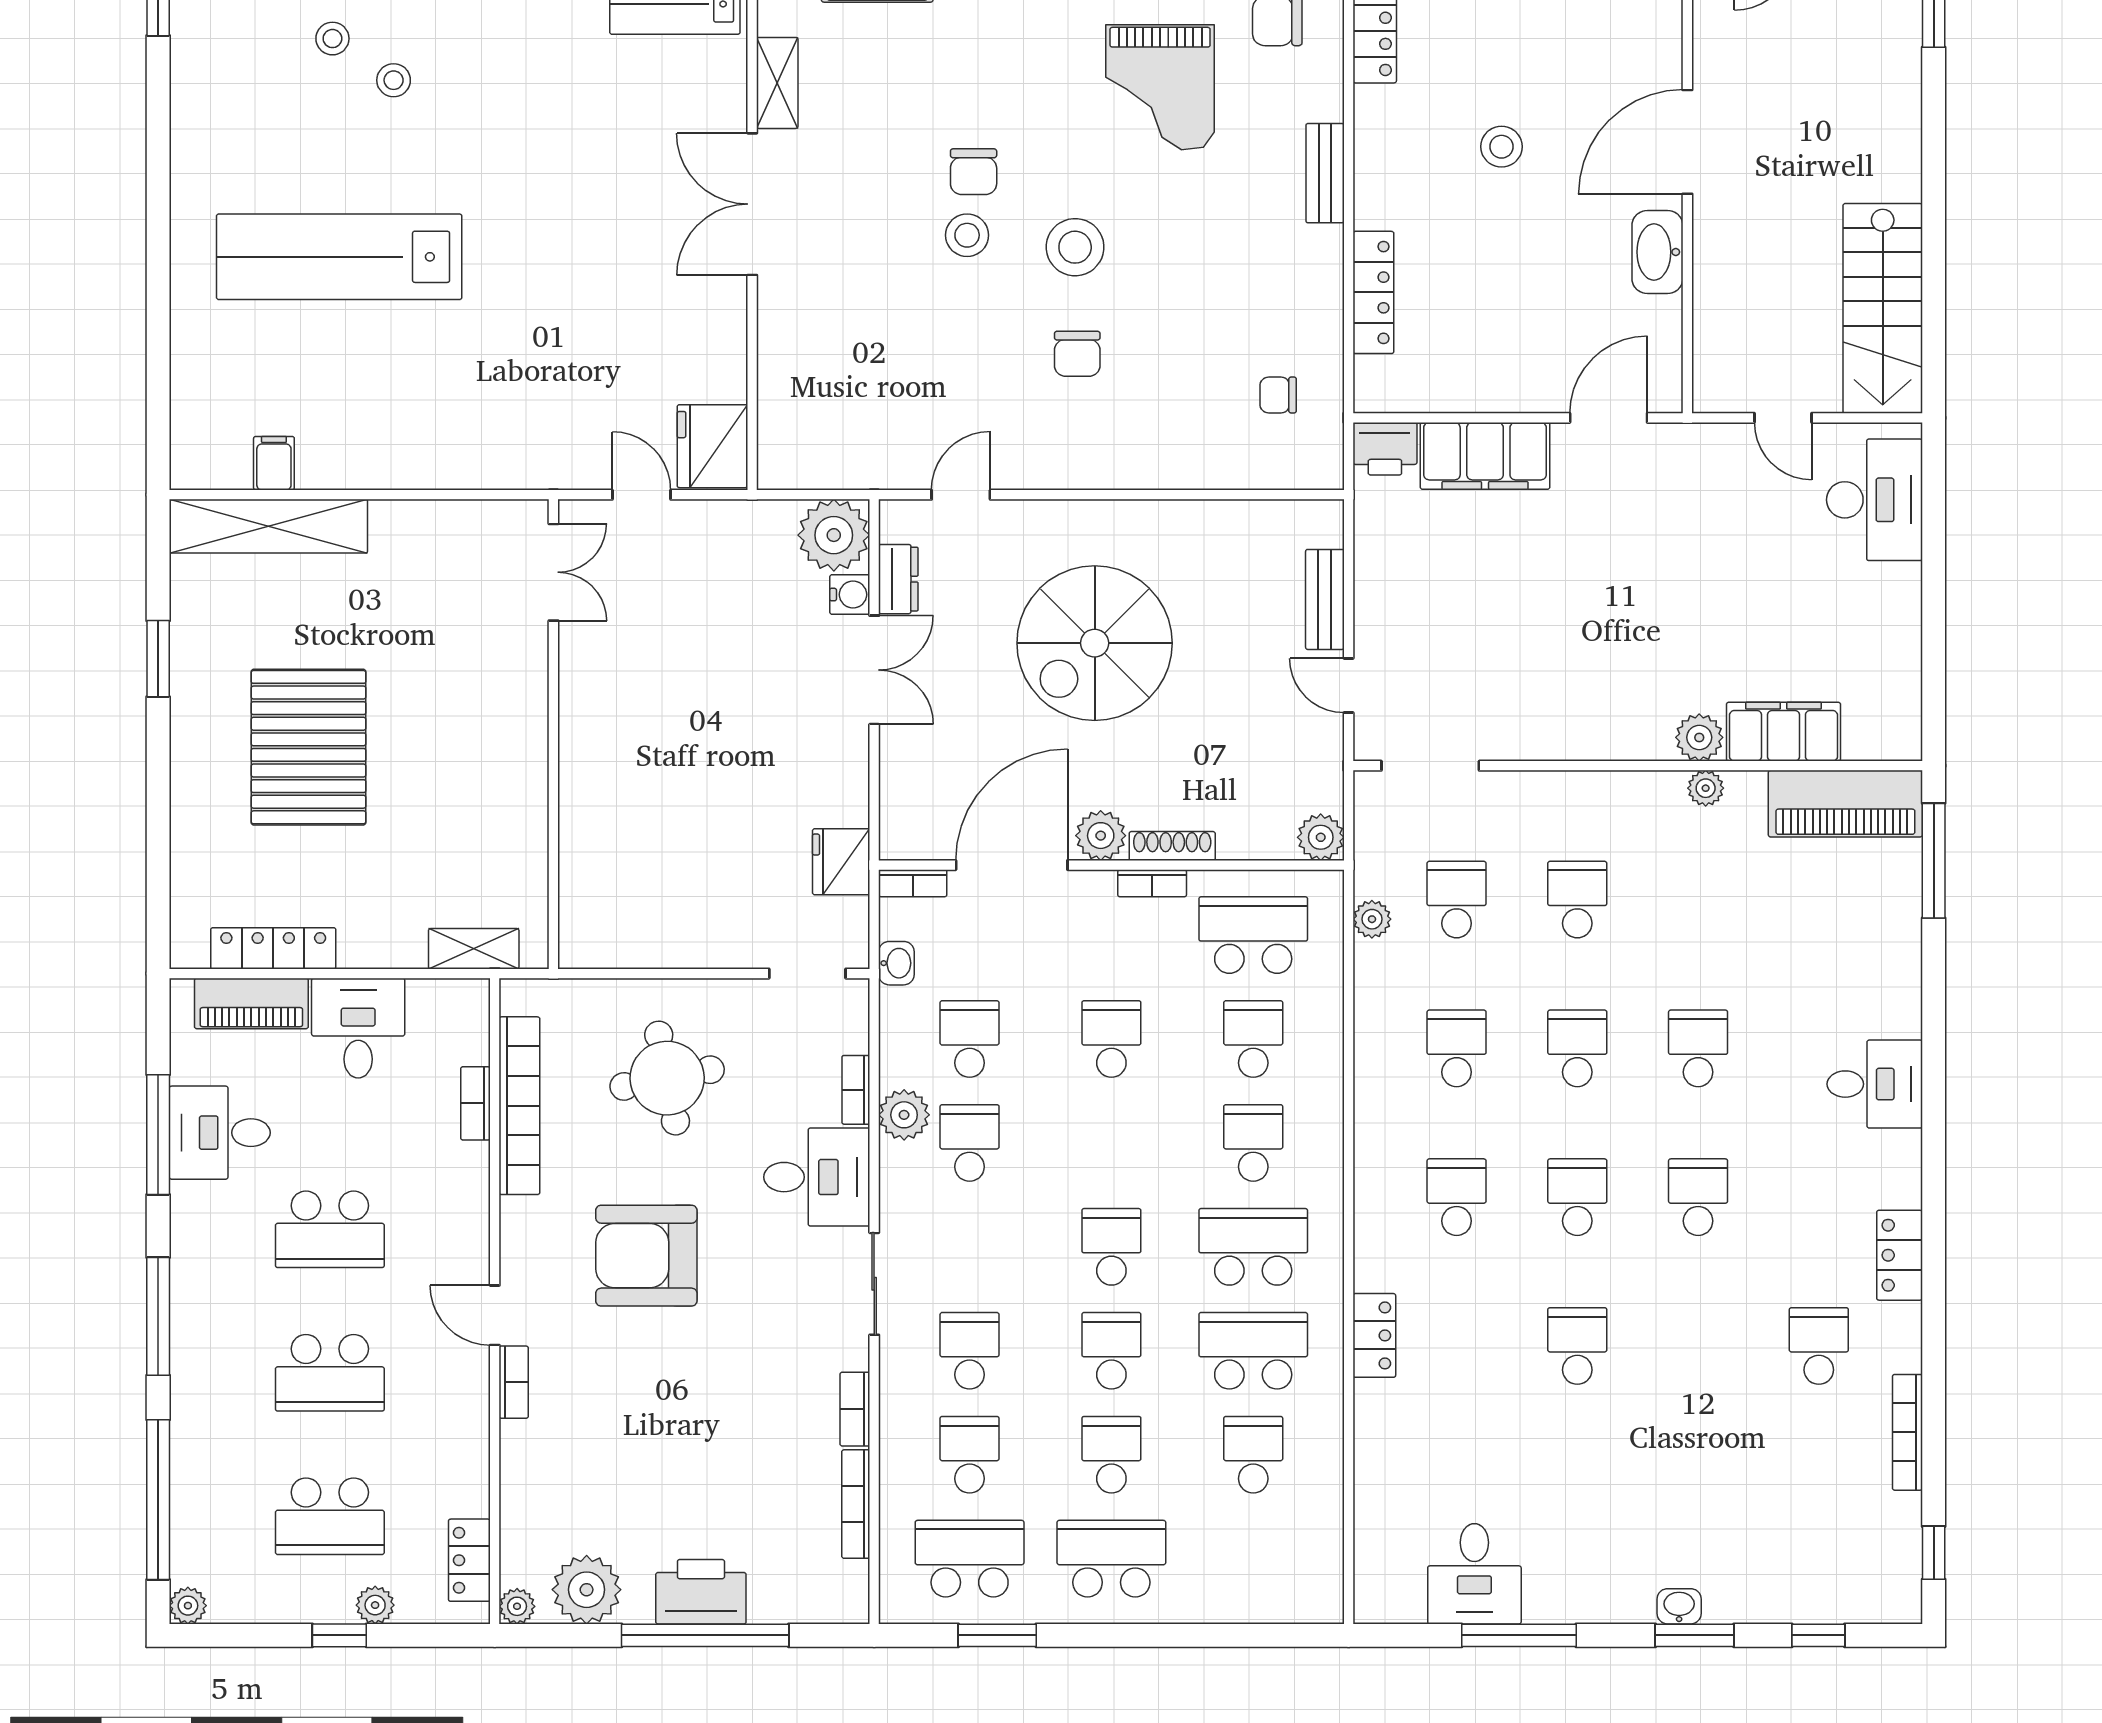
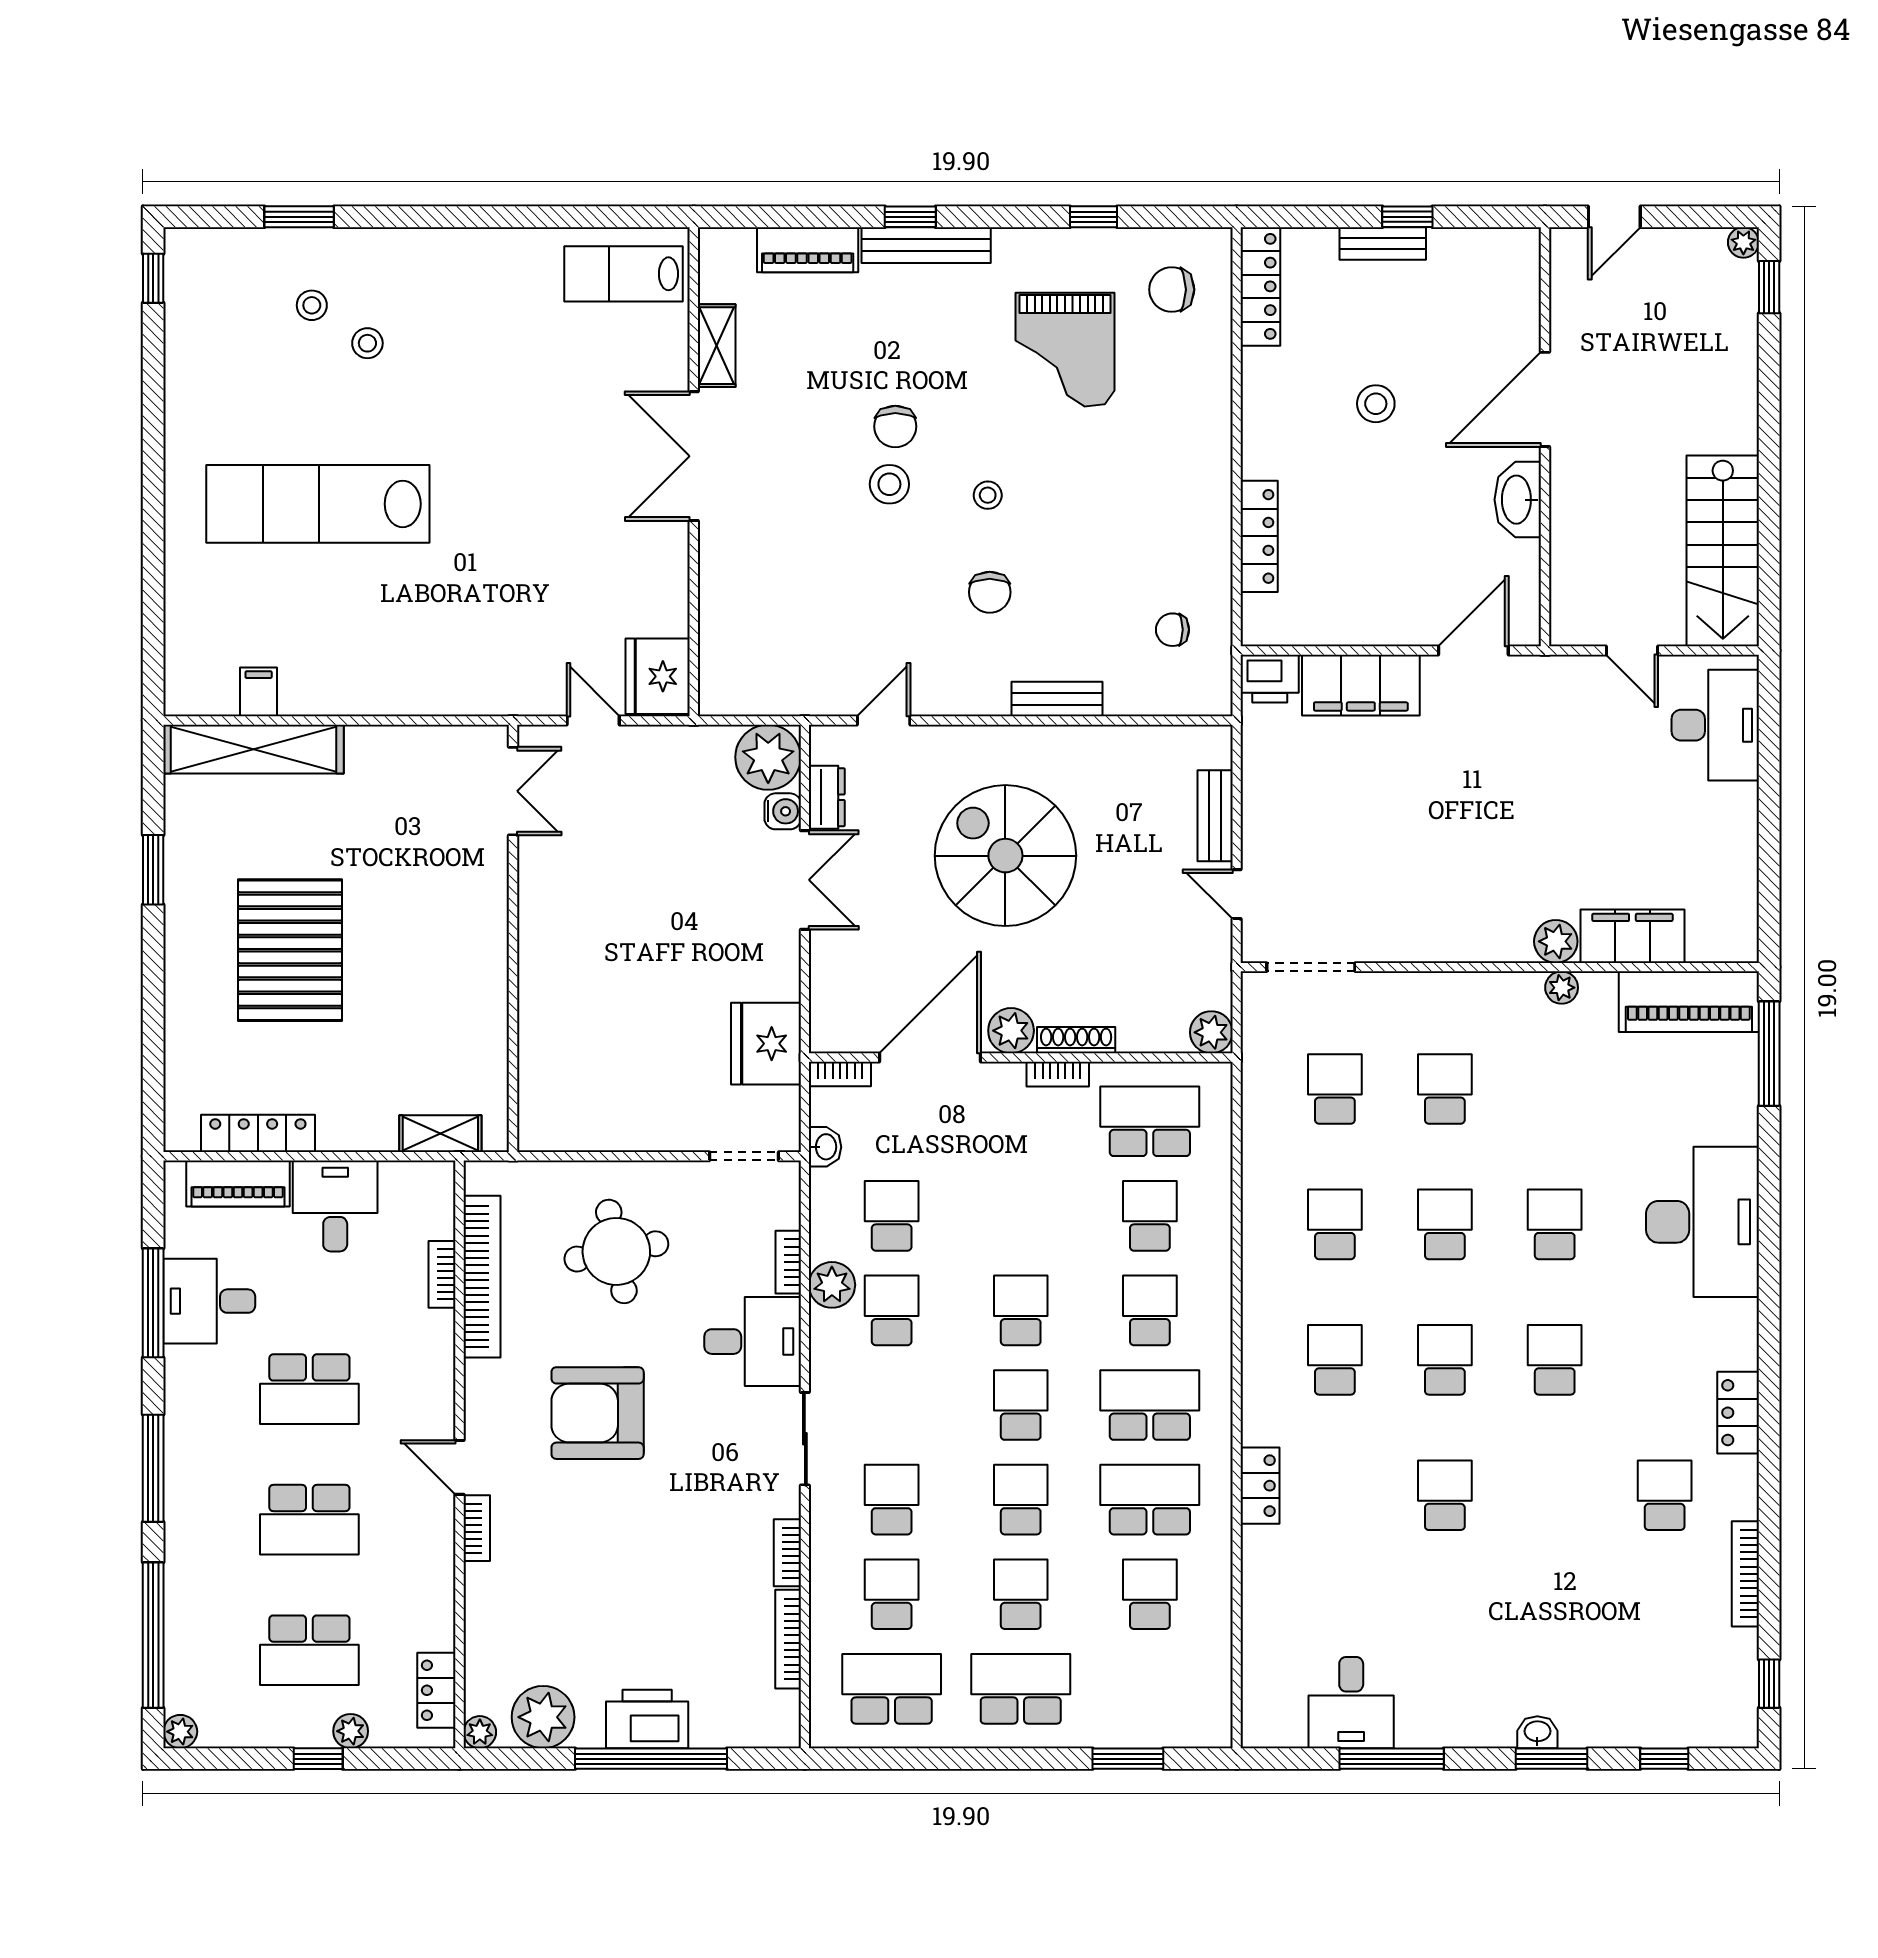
bench: (1325, 173) -> (1057, 699), moved, turned 90
stool: (1075, 247) -> (988, 495), width x0.53, depth x0.53
spiral stairs: (1095, 643) -> (1005, 856), turned 90
fridge: (841, 862) -> (766, 1044), width x1.36, depth x1.34
plant: (1372, 919) -> (1258, 1107), removed
school desk: (1111, 1039) -> (1021, 1310), moved
desk: (1875, 1084) -> (1703, 1222), width x1.87, depth x1.30
window: (997, 1635) -> (1128, 1759), moved

